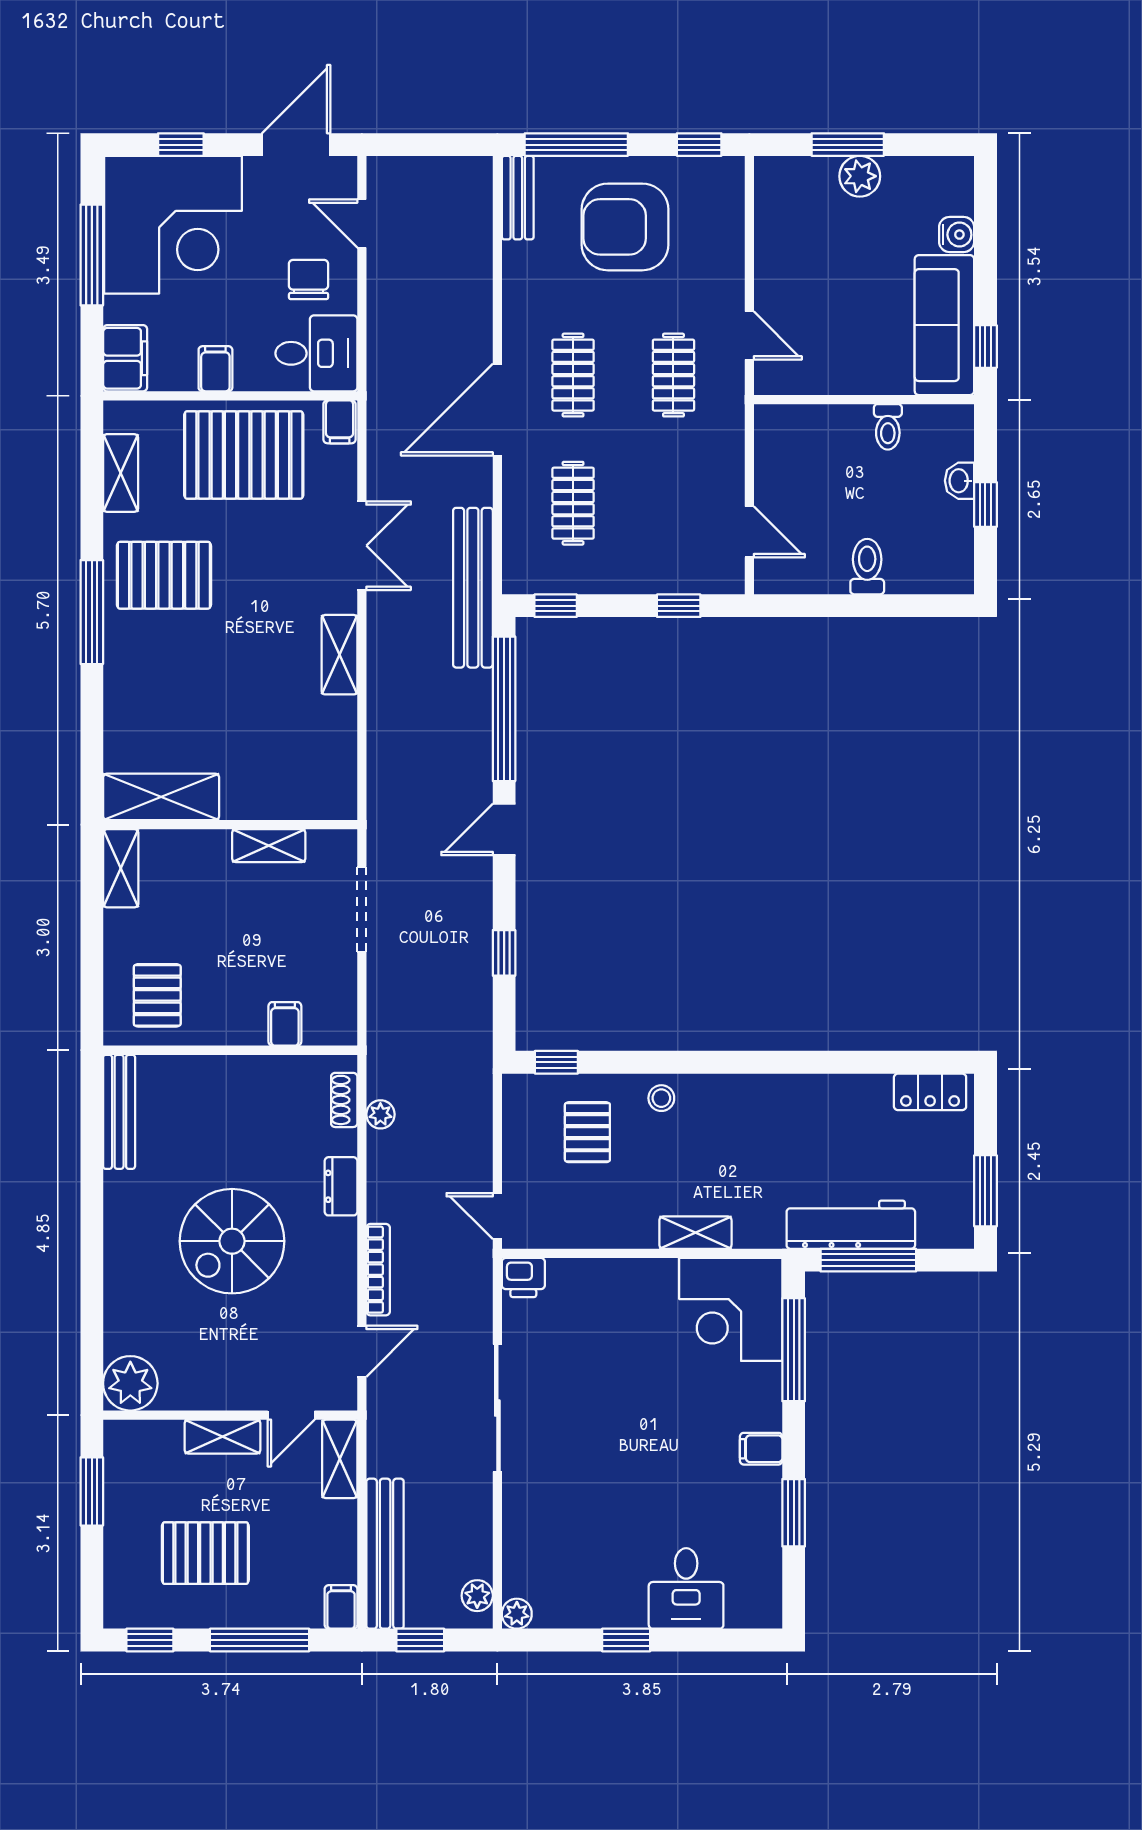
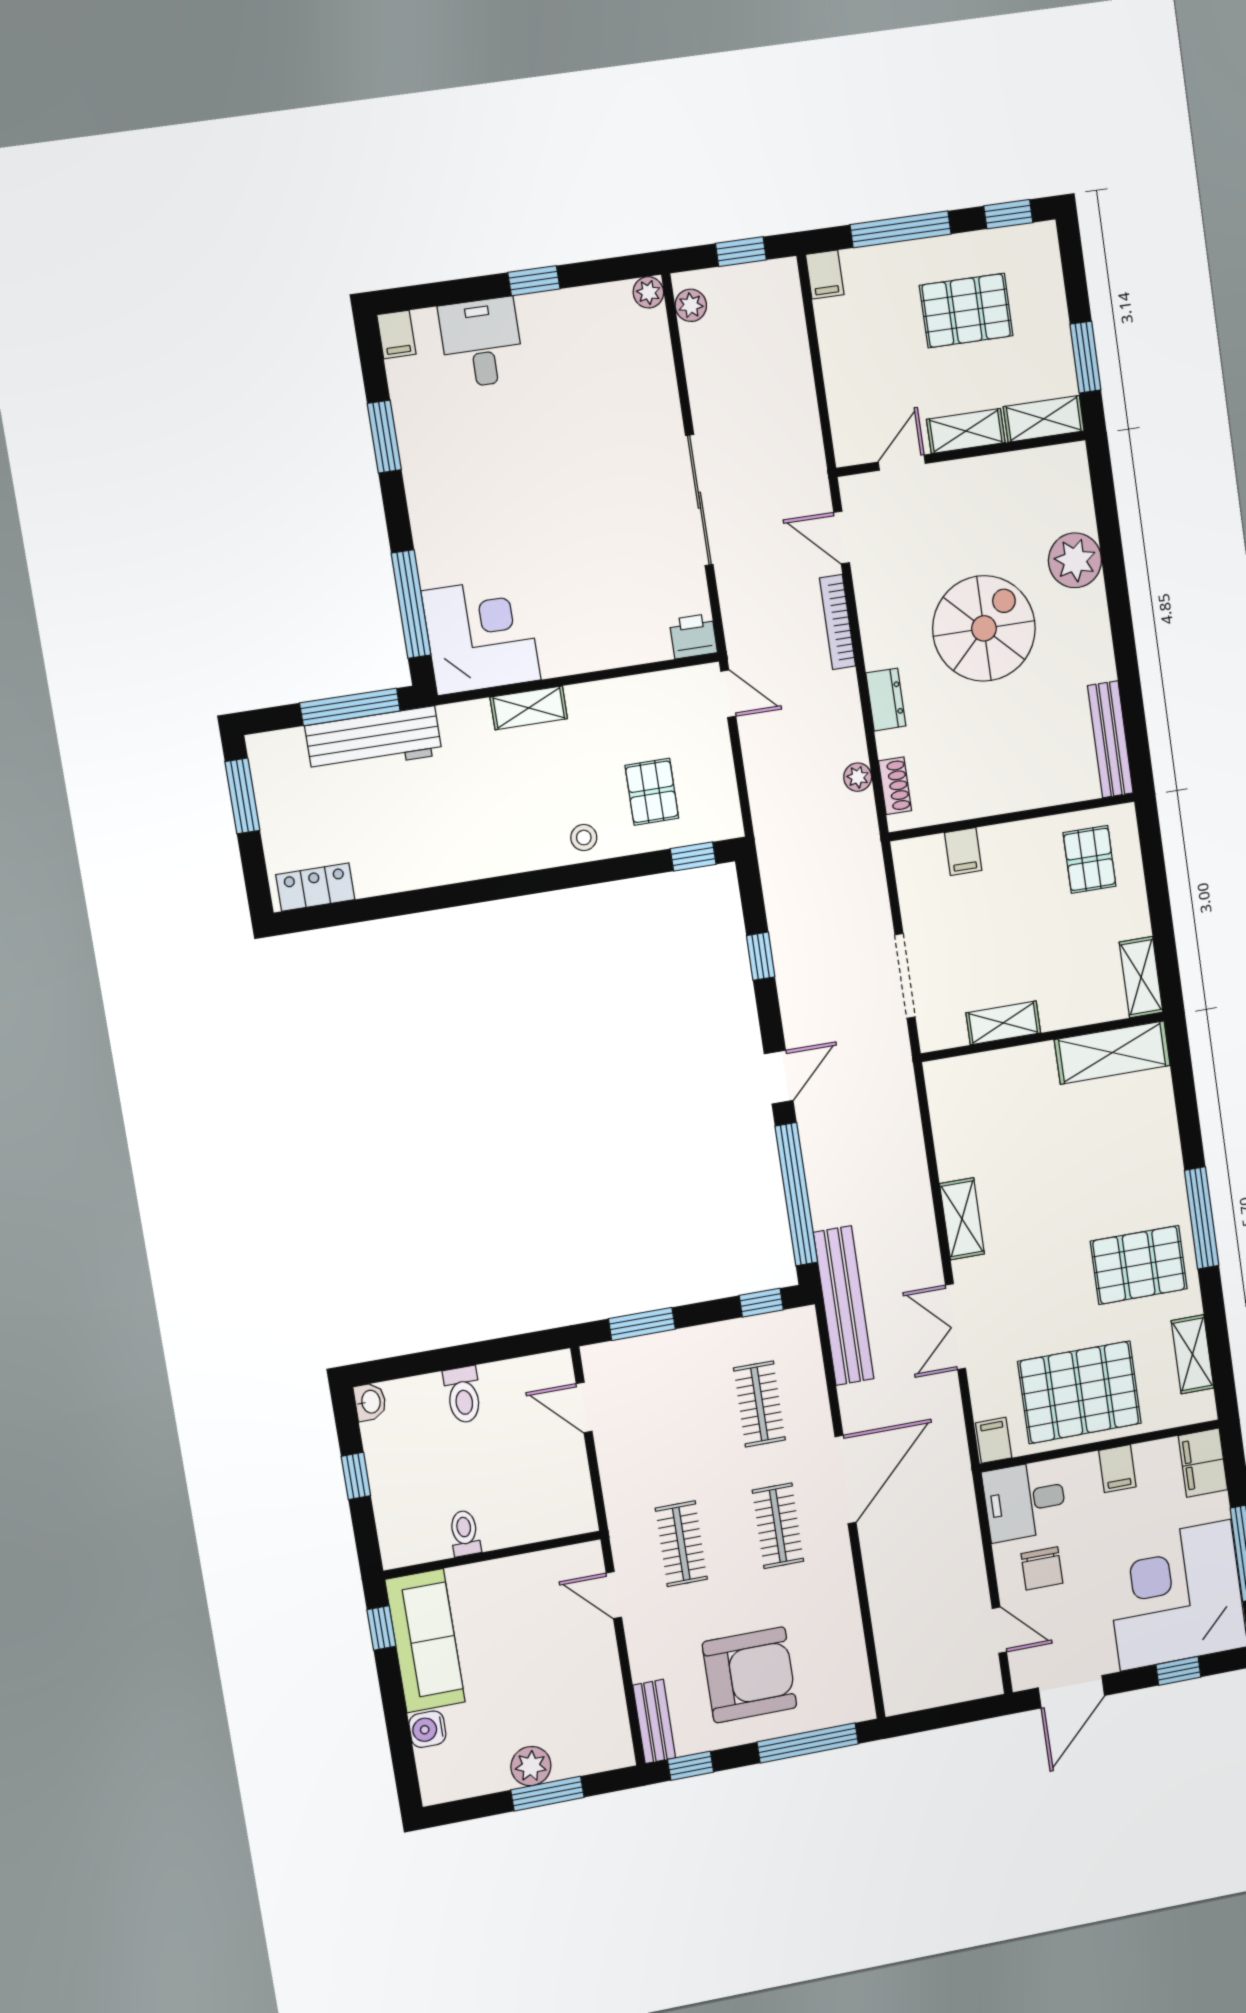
bench: (518, 198) -> (654, 1722), moved
washbasin: (960, 481) -> (370, 1402), moved
window: (679, 606) -> (642, 1324), width x1.50
door: (362, 1351) -> (842, 538), hinge flipped
plant: (130, 1383) -> (1075, 560), moved
filing cabinet: (761, 1449) -> (396, 334), moved, turned 90
shelving: (340, 1459) -> (1044, 419), moved, turned 90
bench: (385, 1554) -> (789, 335), removed

